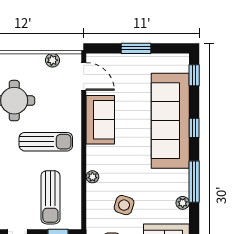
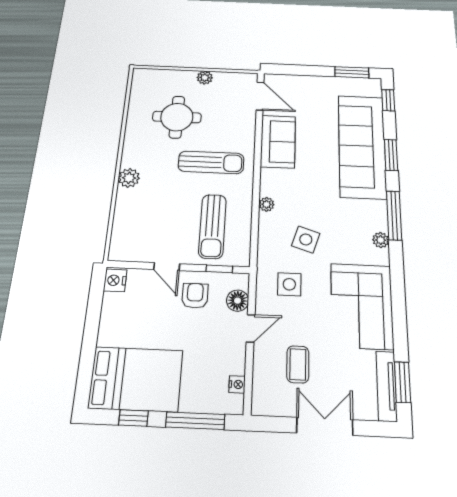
window: (136, 48) -> (352, 72), moved
plant: (52, 60) -> (205, 78), moved
window: (194, 128) -> (391, 155), width x1.50

